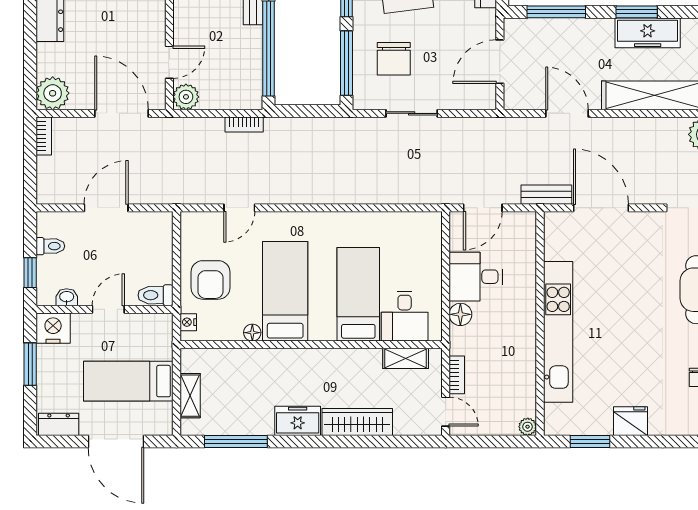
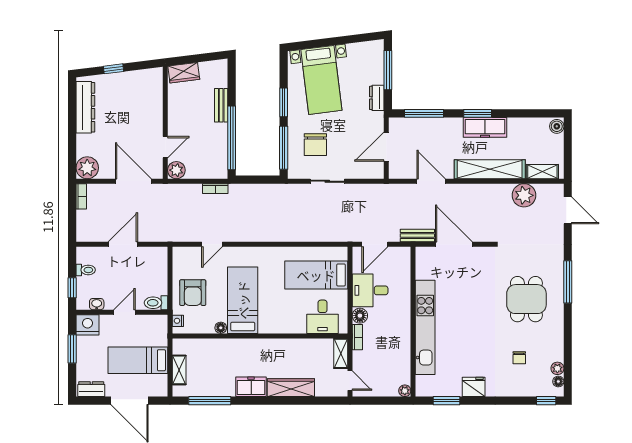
bed: (358, 294) -> (316, 275), moved, turned -90
shelving: (406, 358) -> (341, 353), moved, turned 90
bookcase: (457, 375) -> (357, 337), moved

